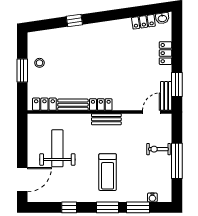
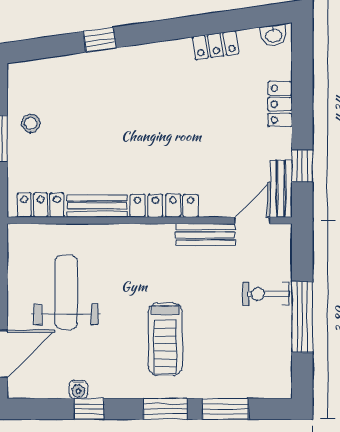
locker: (143, 22) -> (216, 45), moved
window: (177, 84) -> (302, 166), width x0.67
locker: (101, 105) -> (164, 206), width x1.53
bench: (106, 119) -> (205, 235), moved
water cooler: (152, 198) -> (78, 390), moved

